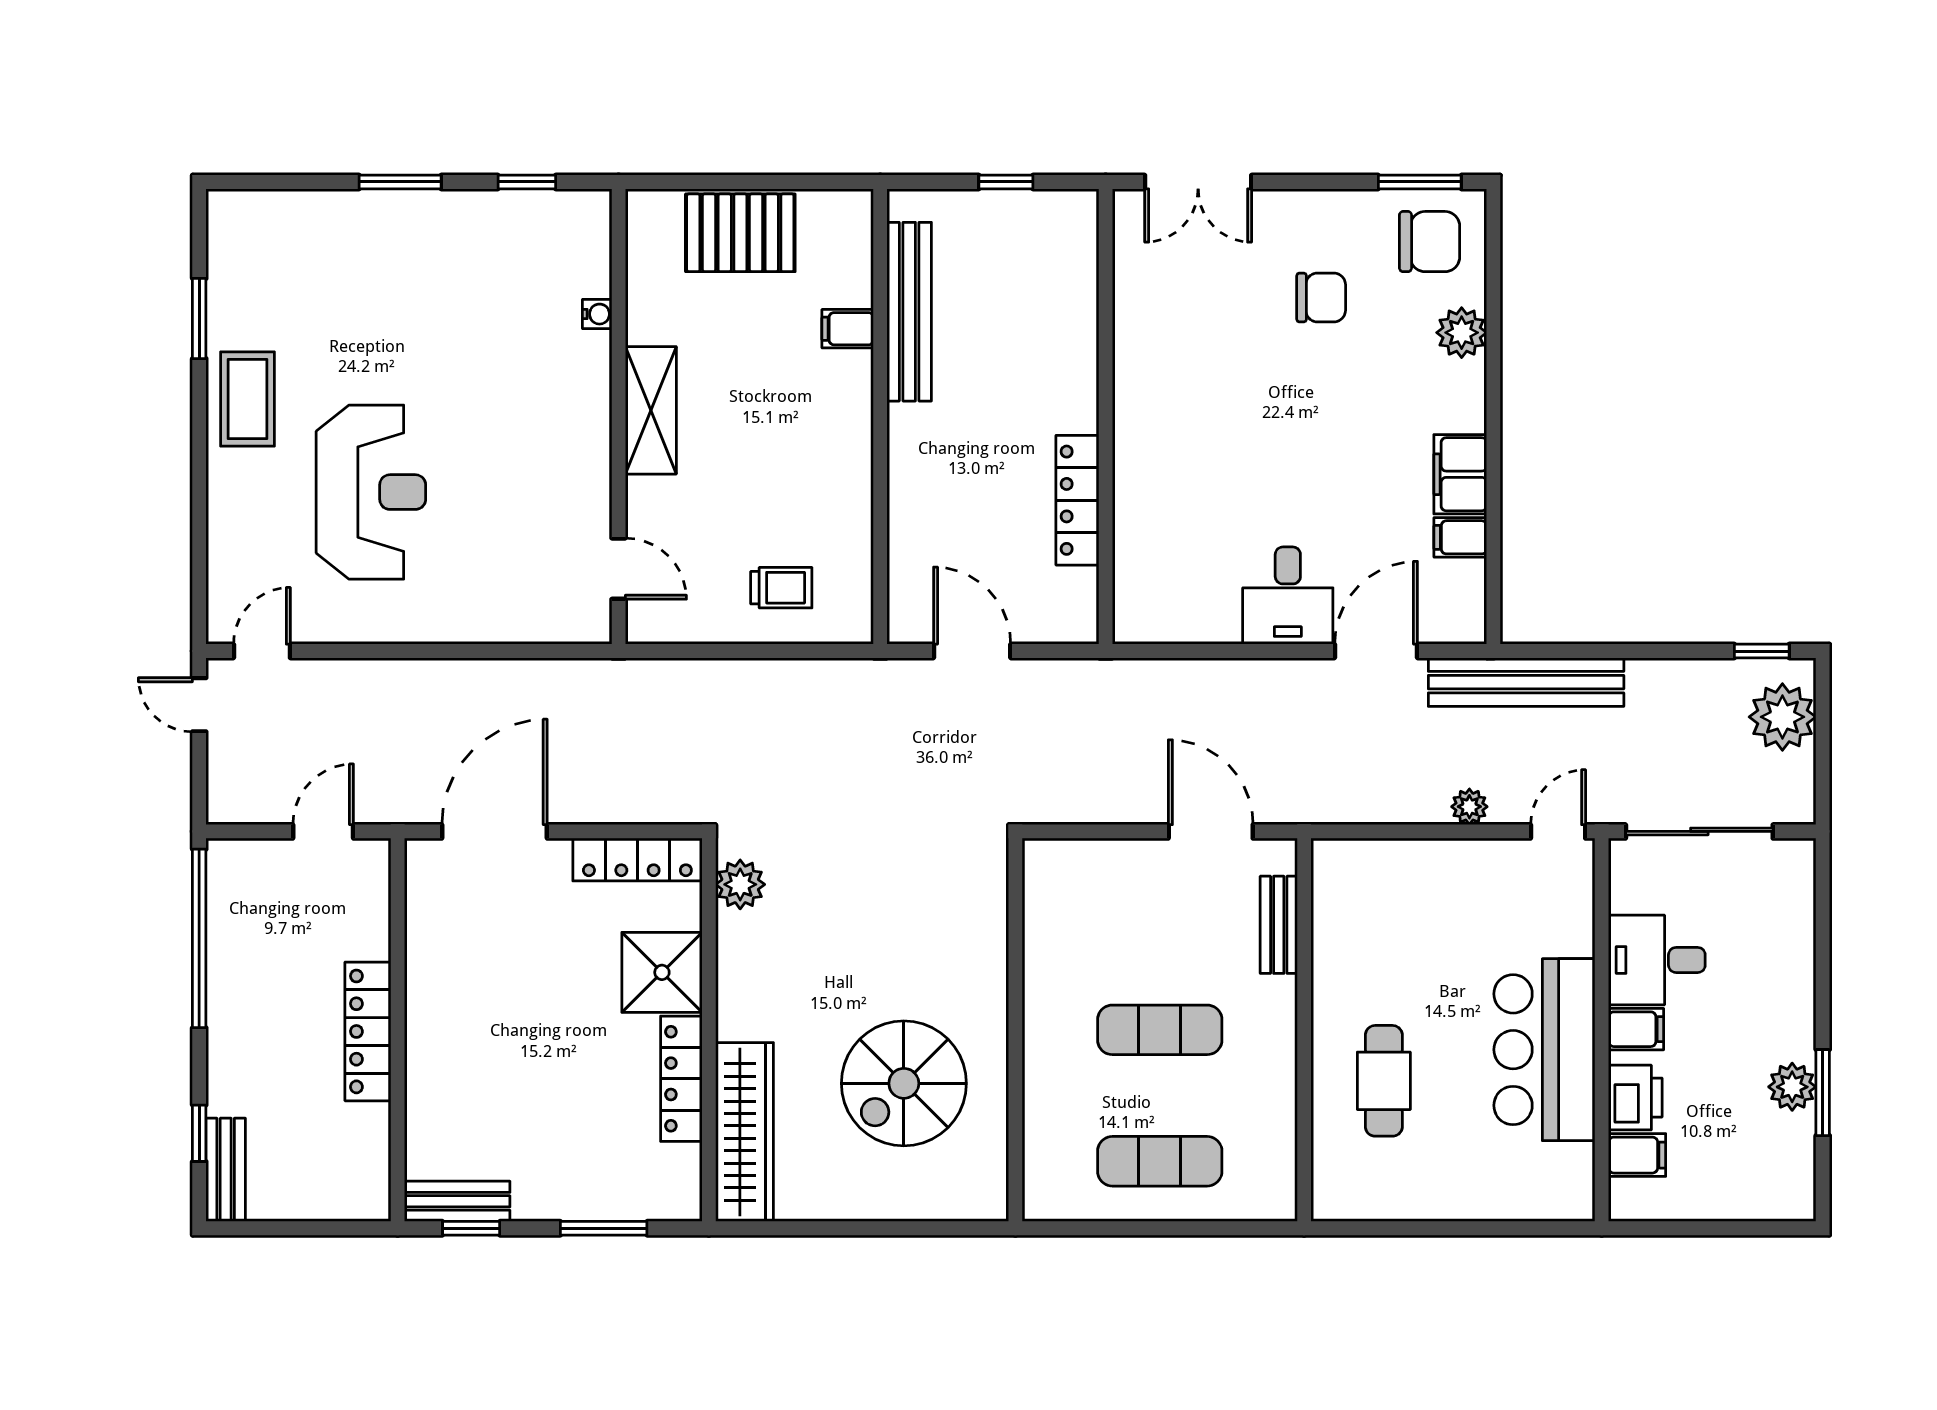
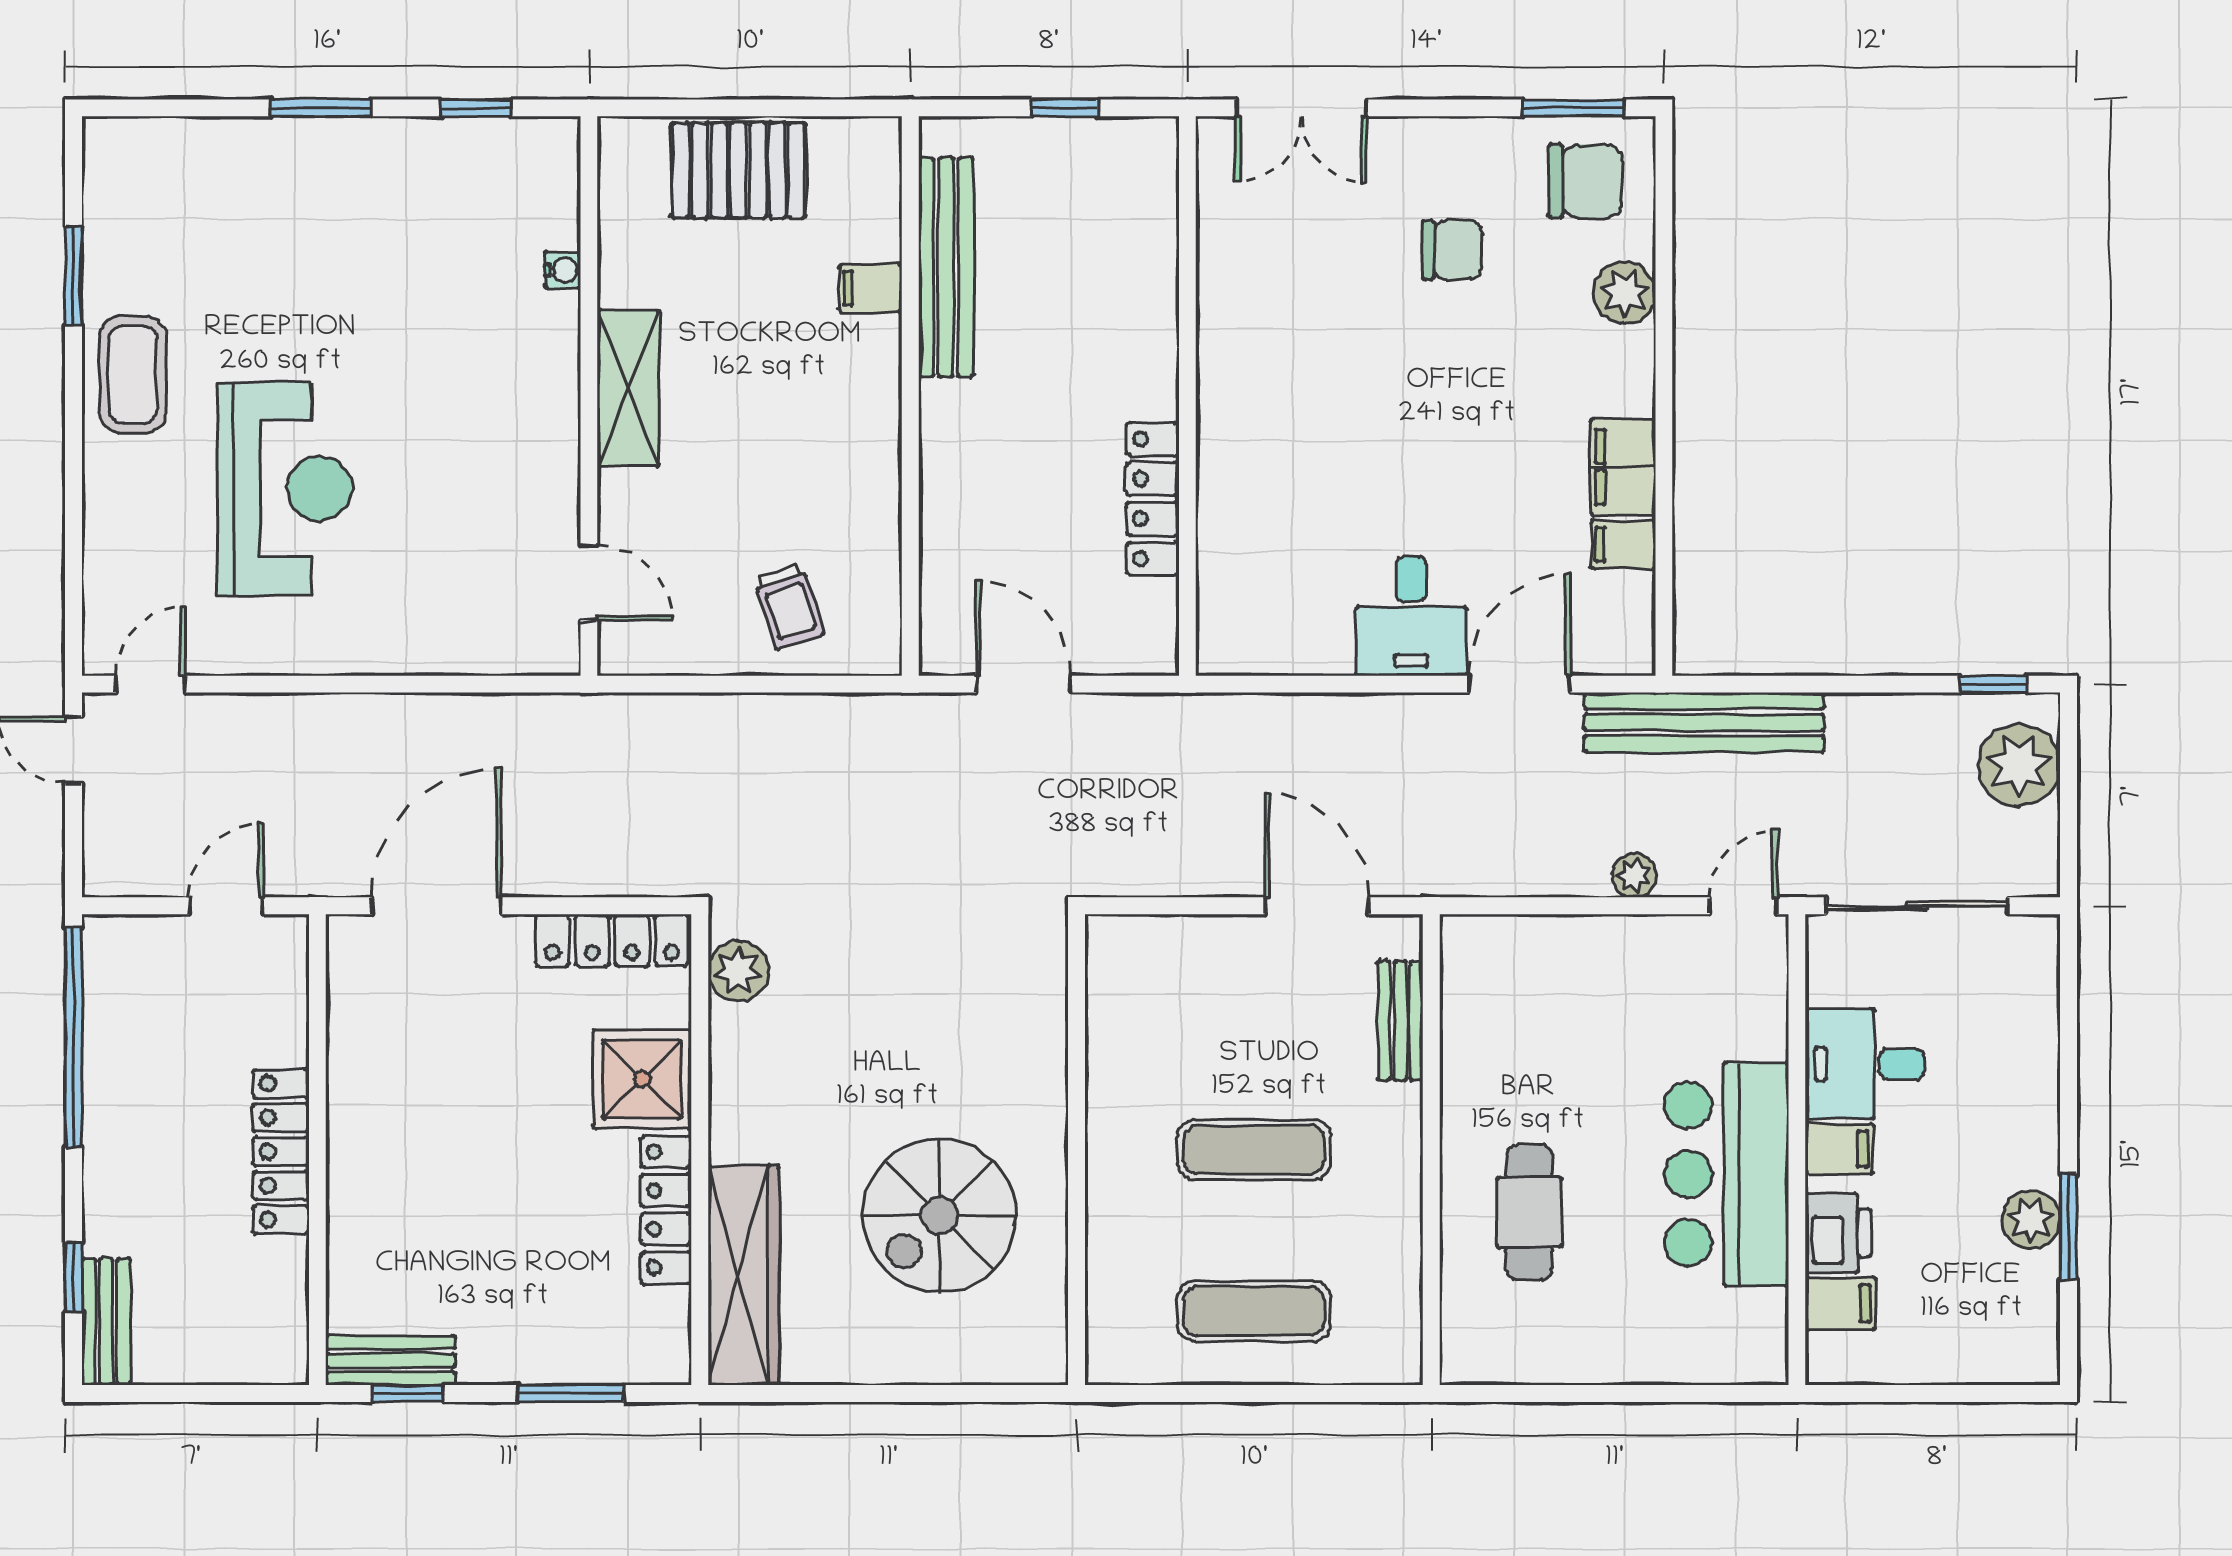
trolley: (781, 588) -> (789, 606), turned 72

